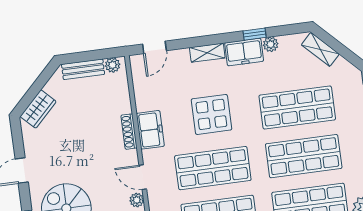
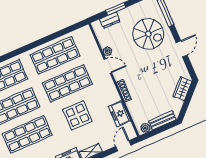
freezer: (150, 130) -> (119, 114), moved

